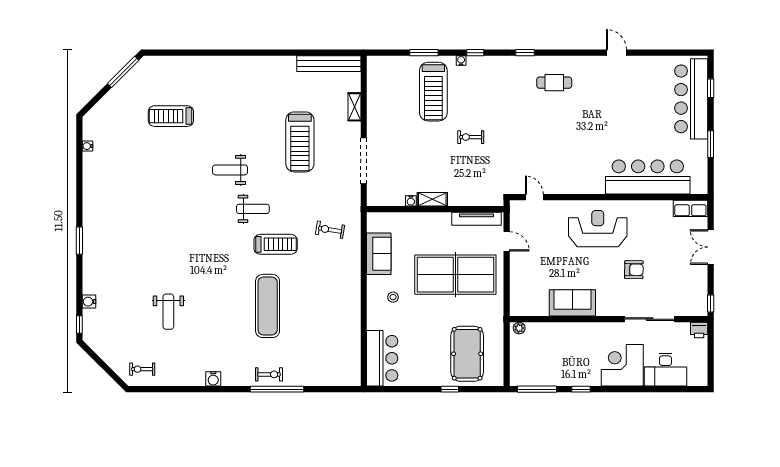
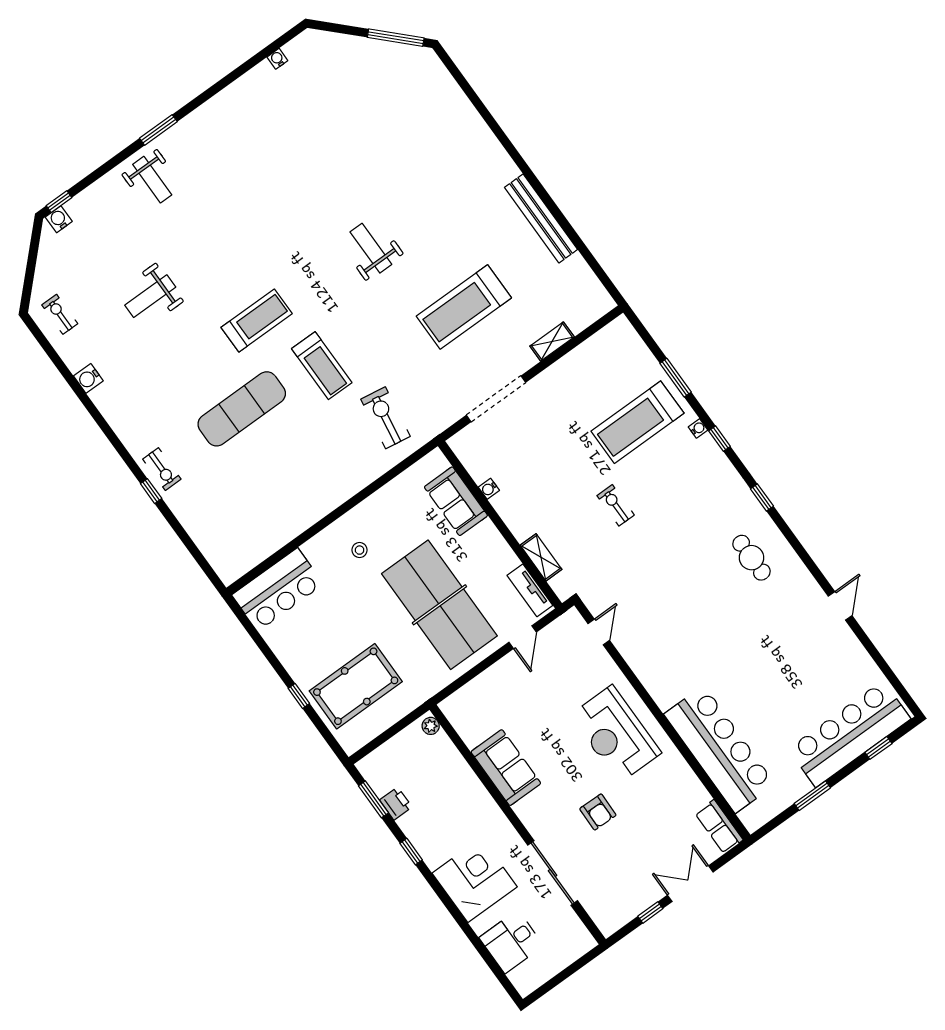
bench: (329, 64) -> (541, 218), moved
treadmill: (171, 116) -> (257, 320), moved, turned 90
shelving: (432, 199) -> (541, 557), moved
weight bench: (253, 209) -> (152, 180), moved
tv unit: (476, 219) -> (530, 590), width x0.71
reception desk: (598, 229) -> (616, 734), turned 180
exercise bike: (330, 230) -> (385, 418), width x1.38, depth x1.39
sofa: (379, 254) -> (456, 501), moved, turned 90
water cooler: (89, 302) -> (59, 219), moved
window: (711, 304) -> (650, 912), moved
printer: (699, 330) -> (396, 803), moved, turned 180
desk: (666, 370) -> (511, 942), width x0.73
water cooler: (213, 379) -> (88, 378), moved
window: (277, 389) -> (151, 491), width x0.32
window: (537, 389) -> (373, 799), width x0.69

